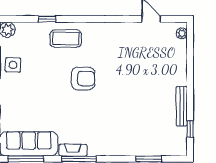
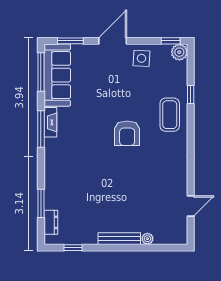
plant: (182, 33) -> (147, 239), moved
bench: (182, 106) -> (119, 239), moved
dresser: (166, 150) -> (51, 222), added

